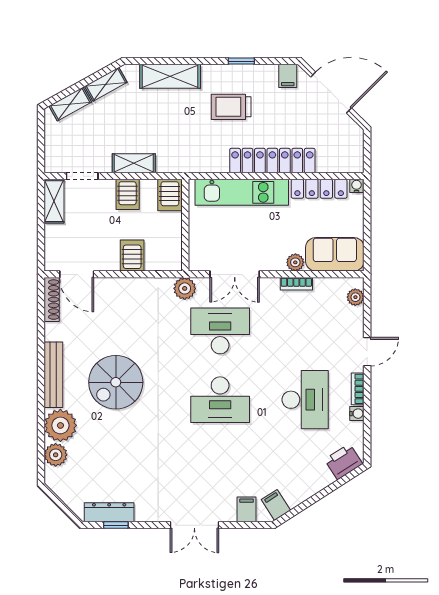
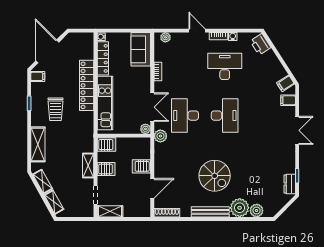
plant: (295, 262) -> (145, 129), moved
door: (77, 274) -> (152, 188), moved
dresser: (109, 512) -> (290, 184), width x0.70

